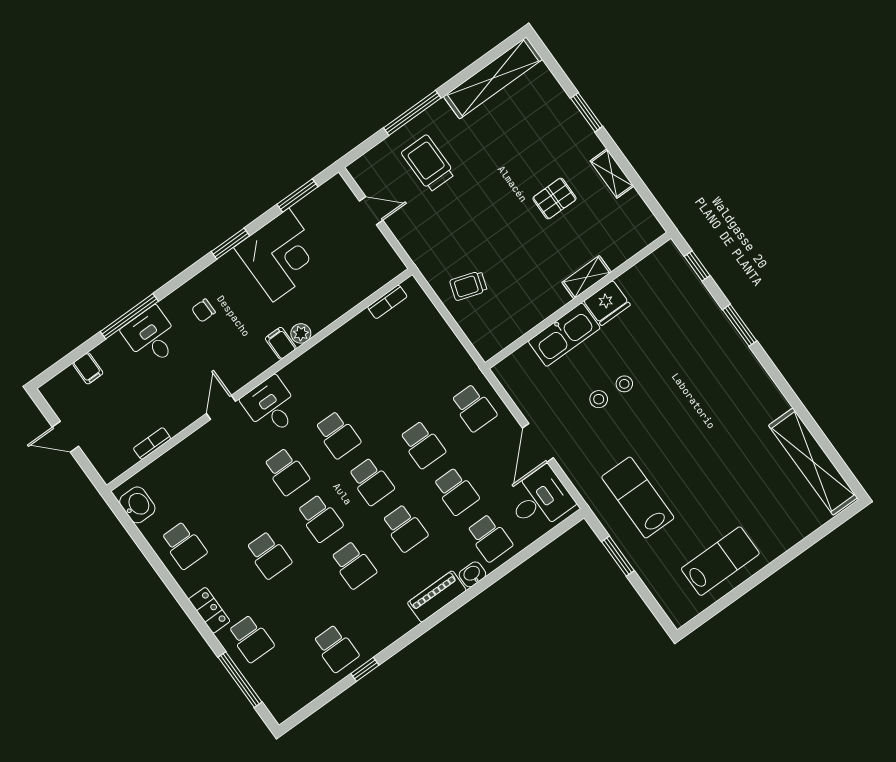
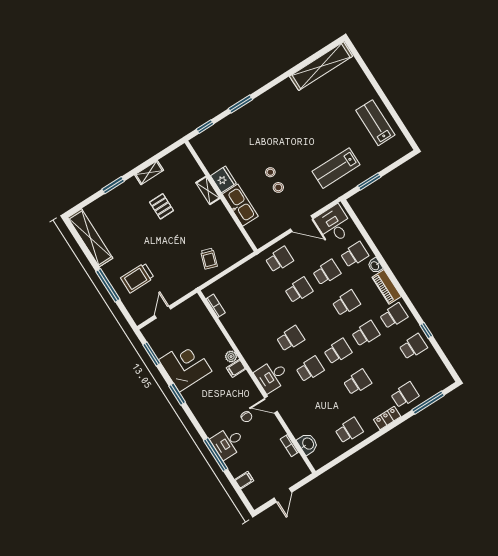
chair: (203, 311) -> (247, 417), moved
school desk: (371, 481) -> (394, 316), moved
washbasin: (137, 505) -> (308, 444), moved, turned 90

